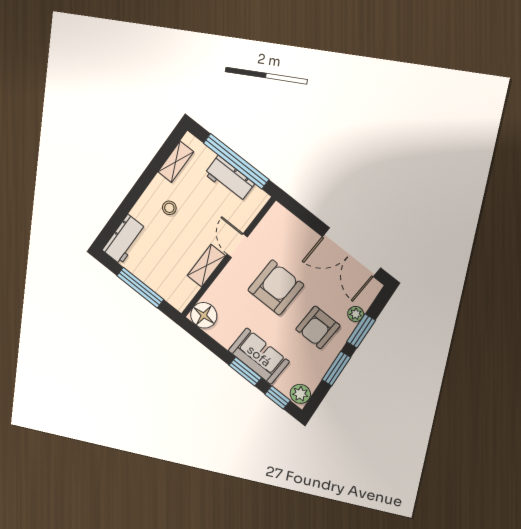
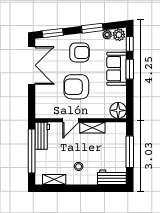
workbench: (229, 179) -> (42, 136), moved
plant: (356, 314) -> (107, 35), moved
window: (361, 331) -> (53, 33), moved

